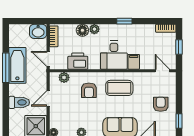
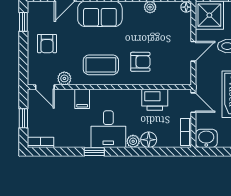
desk: (114, 55) -> (108, 129), moved, turned 180
plant: (64, 77) -> (64, 78), moved
armchair: (89, 90) -> (140, 62), turned 90

